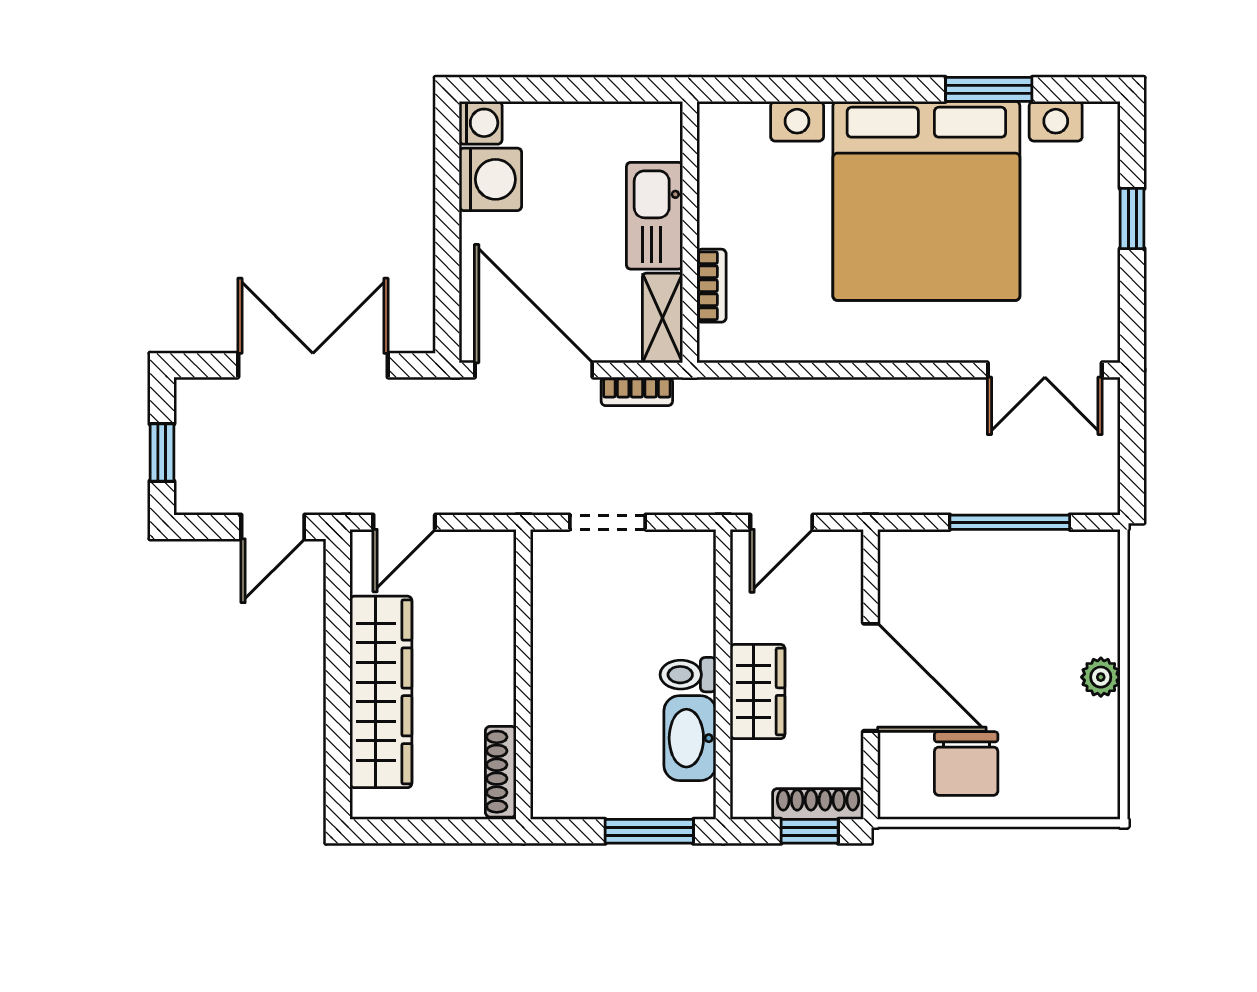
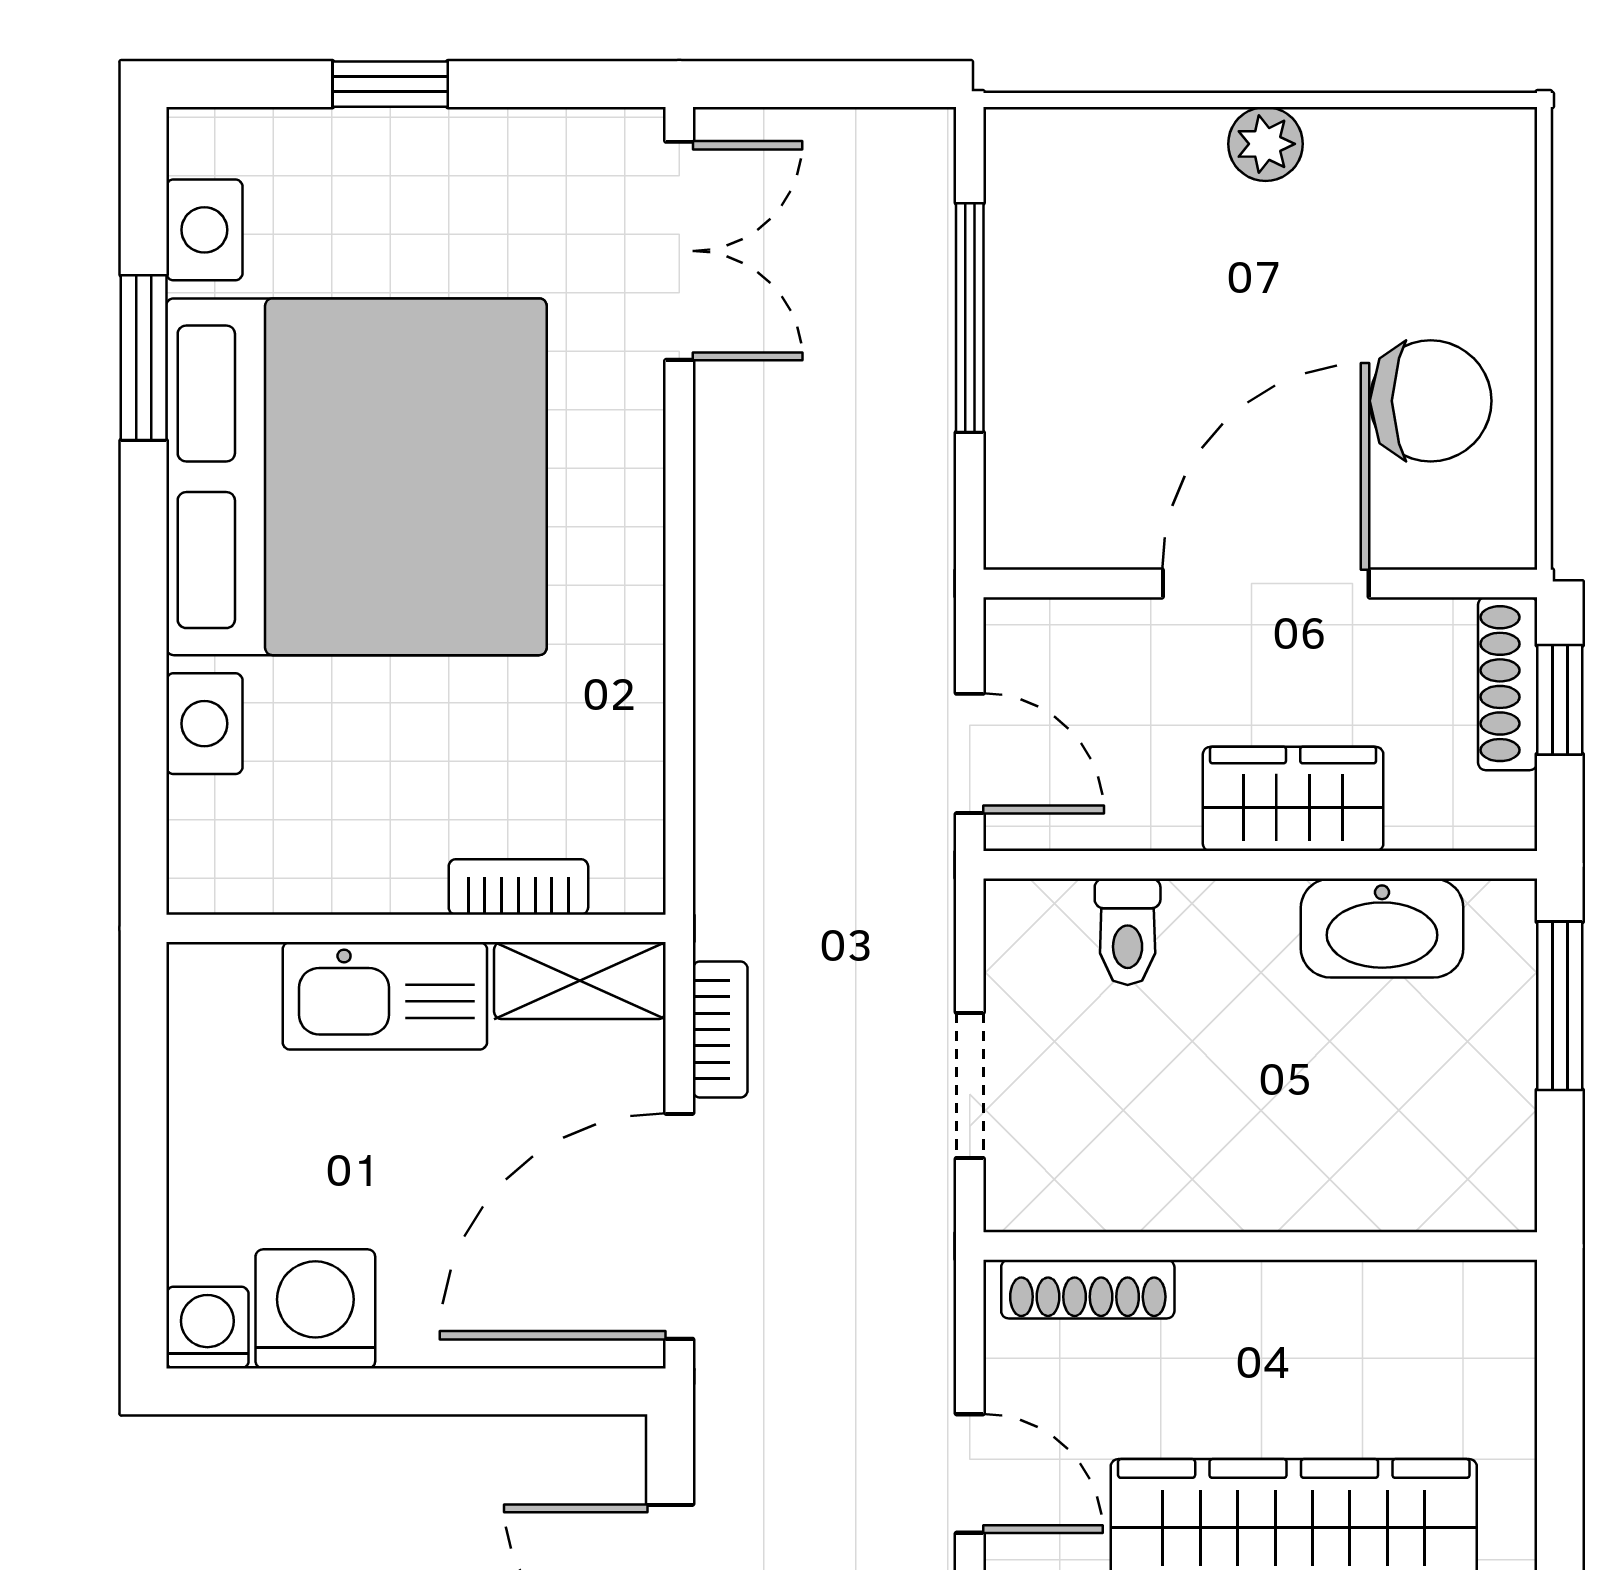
toilet: (688, 675) -> (1128, 932), moved
shoe rack: (501, 772) -> (1088, 1289), moved

